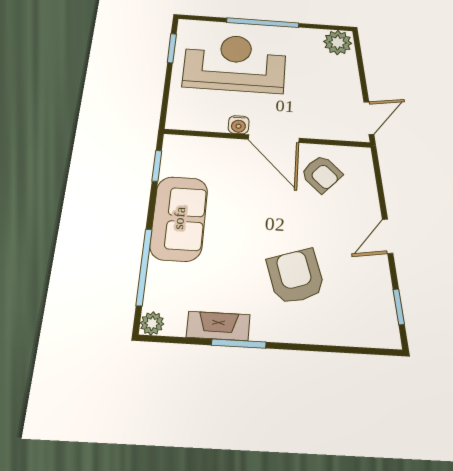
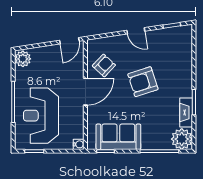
door: (369, 118) -> (69, 41), swing flipped
water cooler: (239, 125) -> (79, 144), moved
sofa: (179, 218) -> (118, 137), moved
armchair: (296, 276) -> (143, 82), moved
plant: (152, 323) -> (182, 139), width x1.88, depth x1.88

